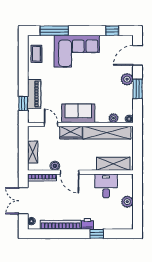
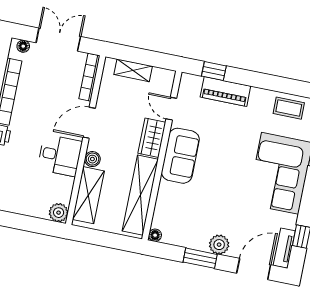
tv unit: (121, 40) -> (284, 248), added
door: (138, 55) -> (254, 269), hinge flipped
plant: (113, 118) -> (161, 210), removed
door: (51, 124) -> (171, 109), swing flipped
boiler: (55, 166) -> (92, 159), moved
desk: (106, 186) -> (60, 155), moved
plant: (127, 202) -> (59, 213), moved

